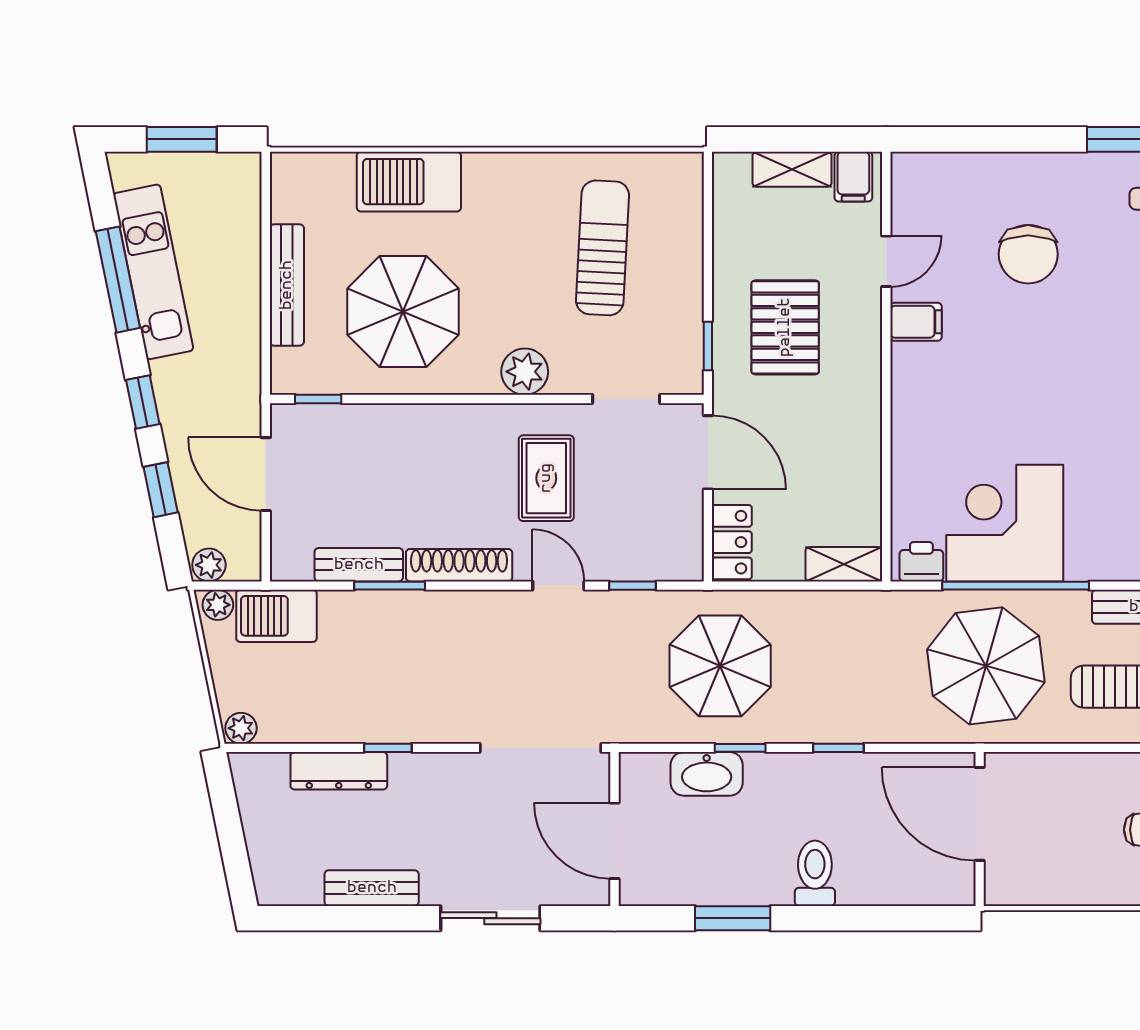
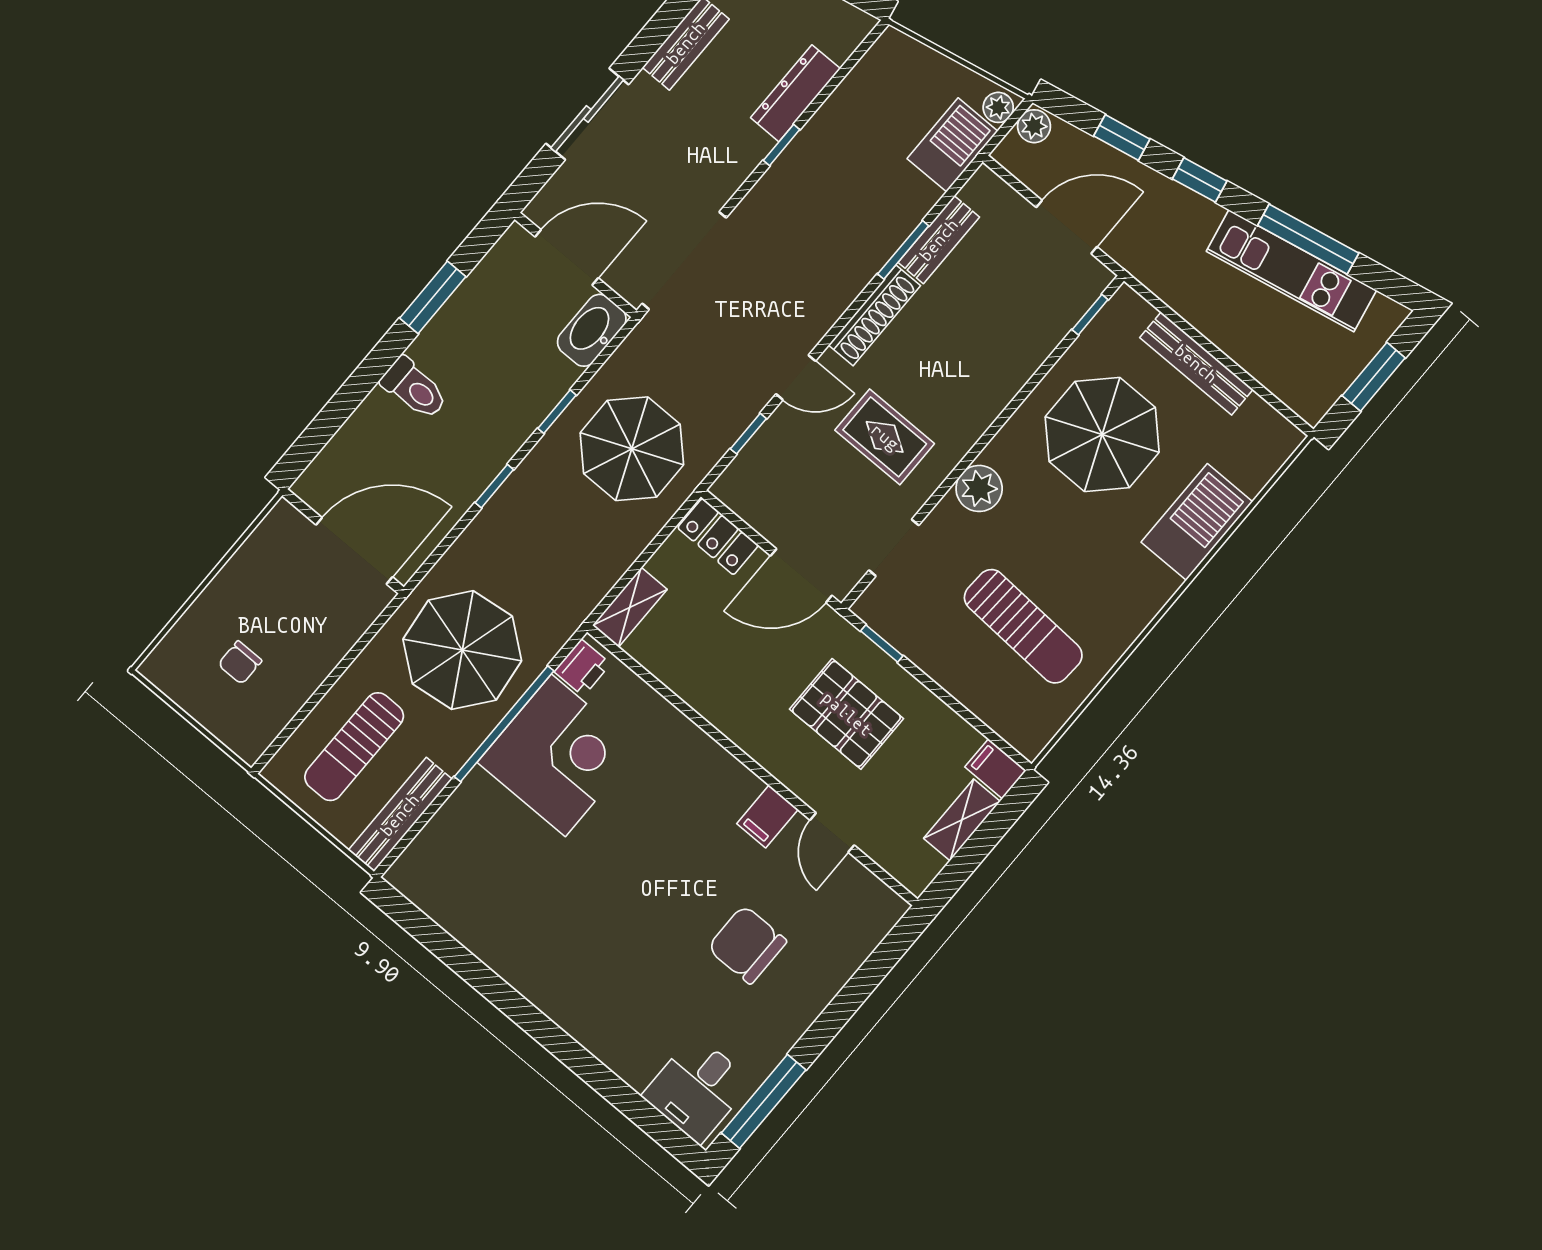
filing cabinet: (853, 177) -> (995, 769), moved
plant: (241, 728) -> (890, 46), removed
washbasin: (707, 774) -> (592, 330), moved

